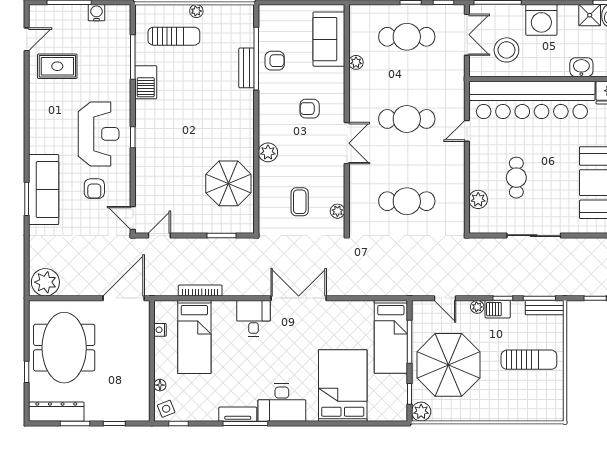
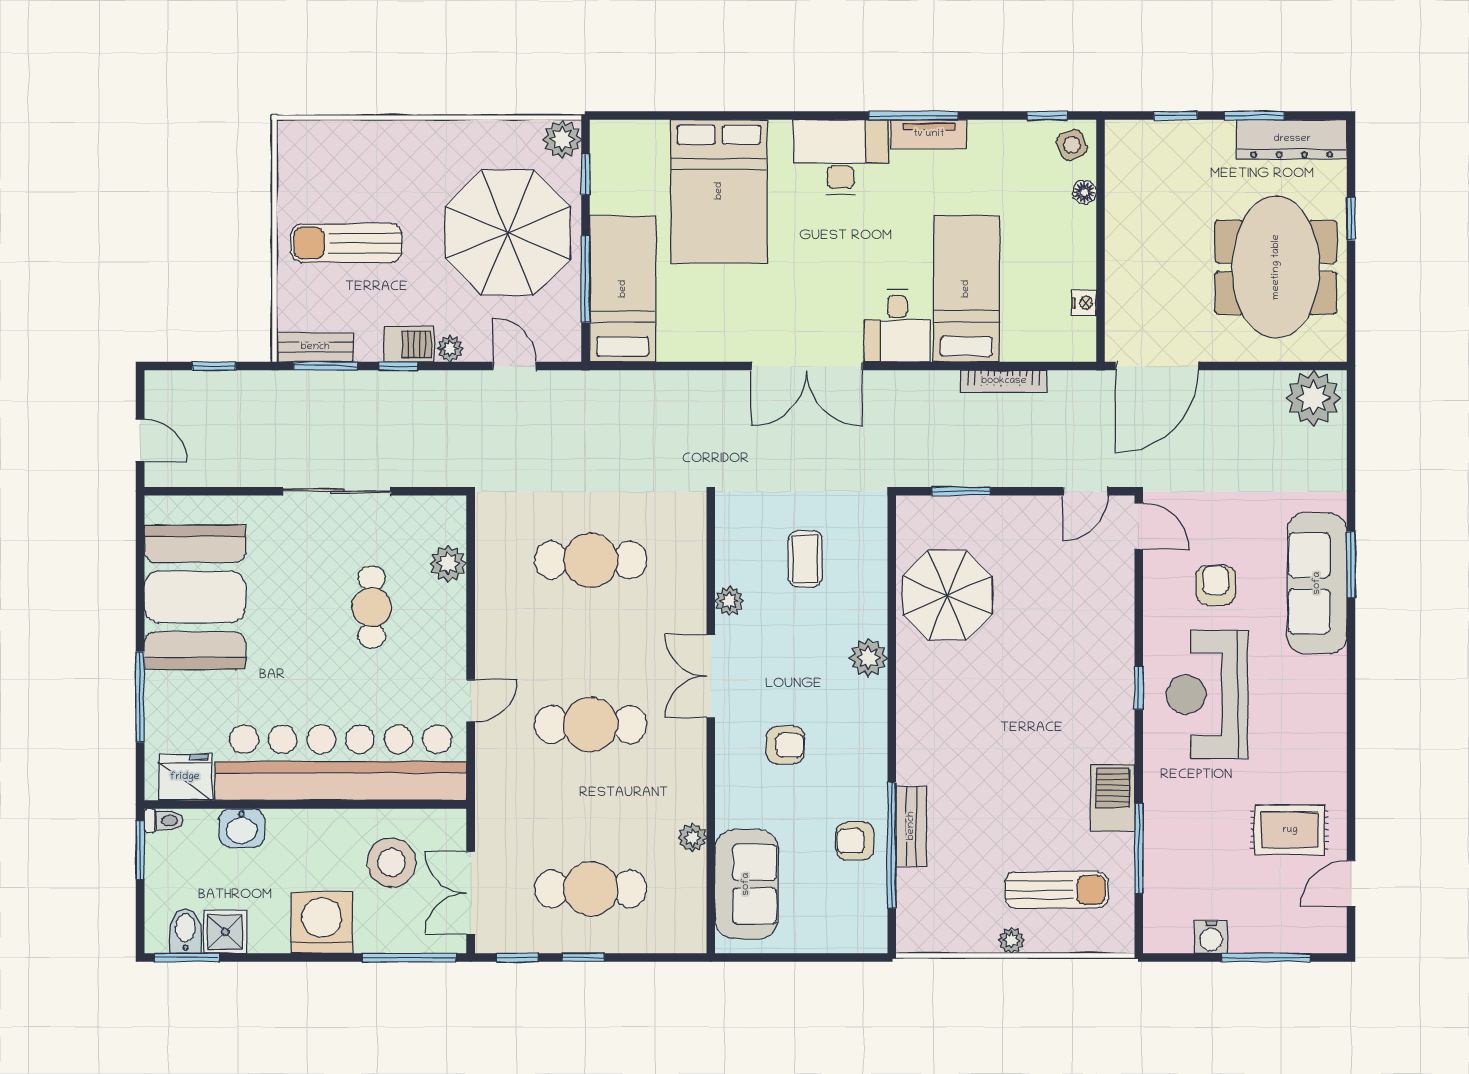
sun lounger: (174, 36) -> (1057, 890), turned 180
plant: (337, 211) -> (729, 601), moved
bed: (194, 337) -> (966, 289), moved

